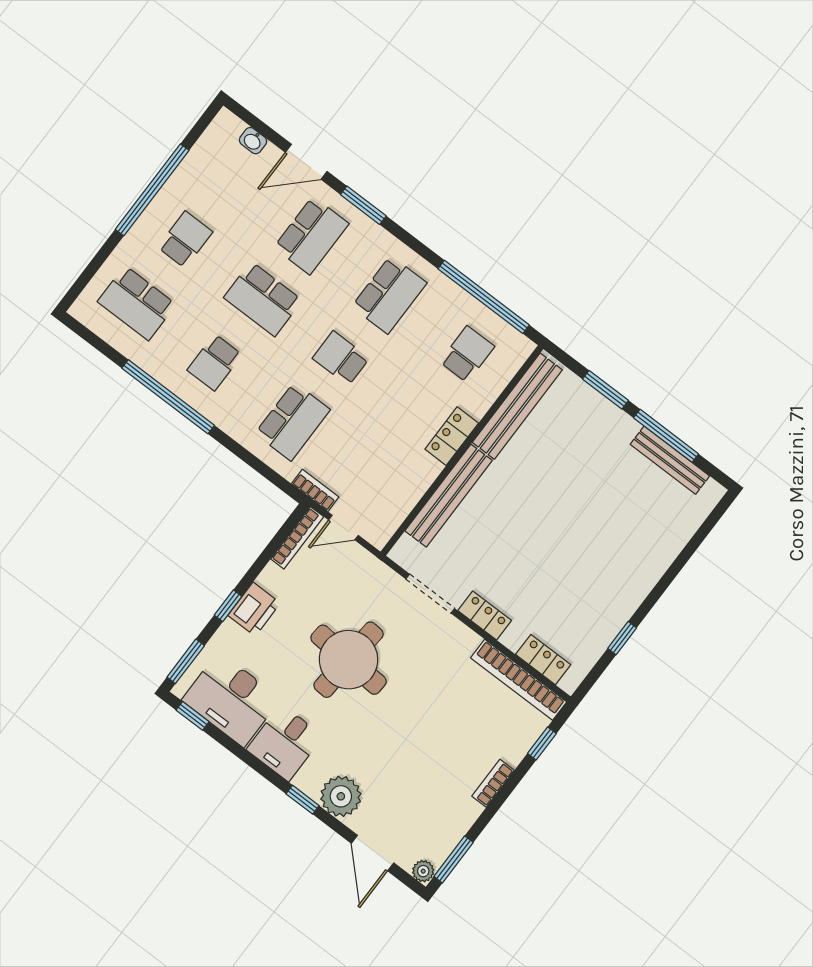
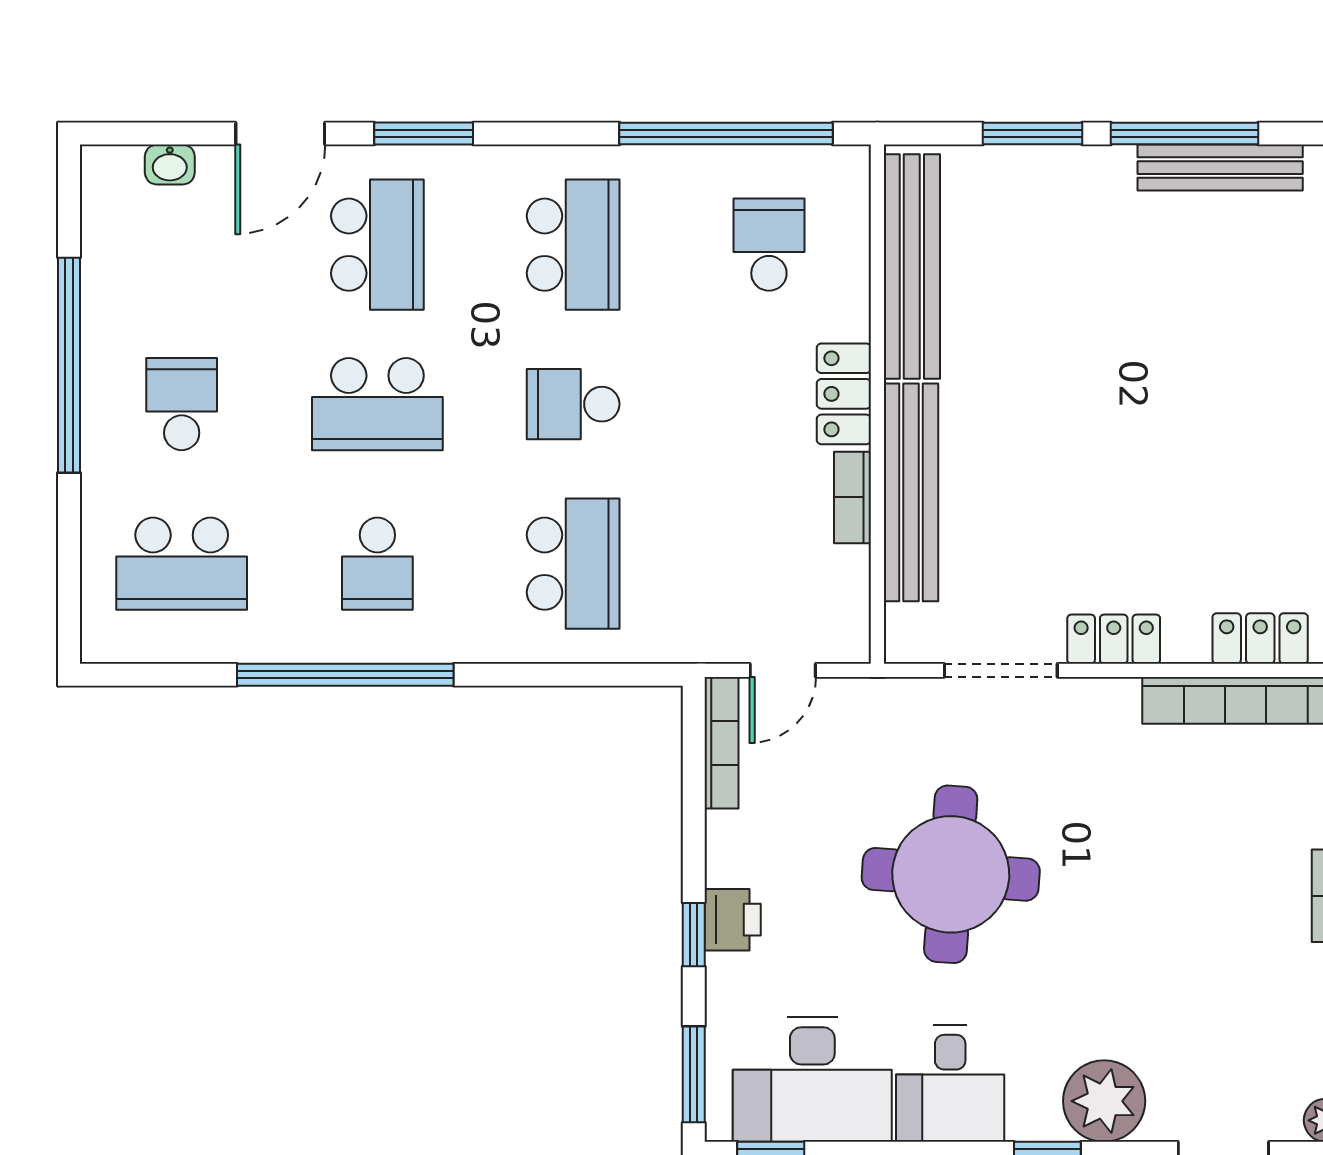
bookcase: (315, 490) -> (852, 497), moved, turned -90
printer: (254, 609) -> (733, 920), width x0.73, depth x0.81

